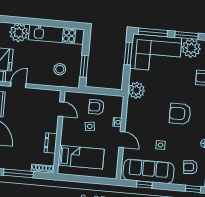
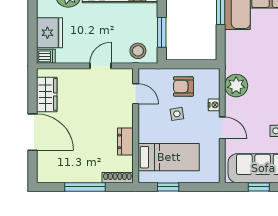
stool: (60, 69) -> (138, 51), moved
door: (18, 85) -> (100, 66), moved
plant: (136, 90) -> (236, 86), moved
window: (79, 179) -> (168, 187), added

